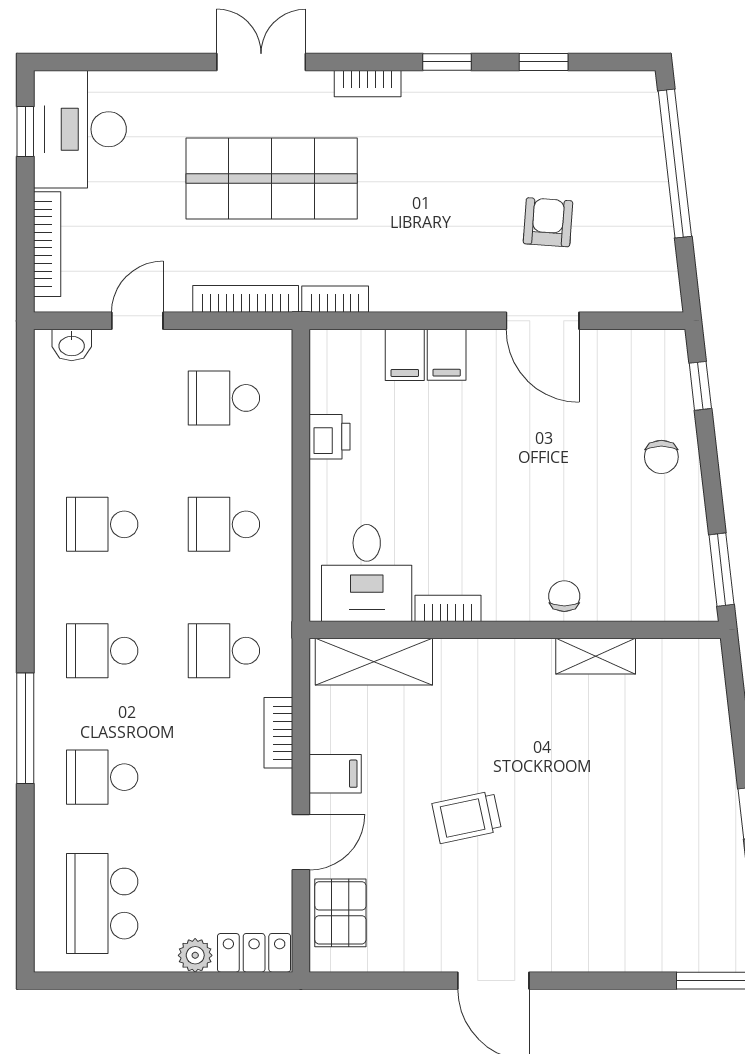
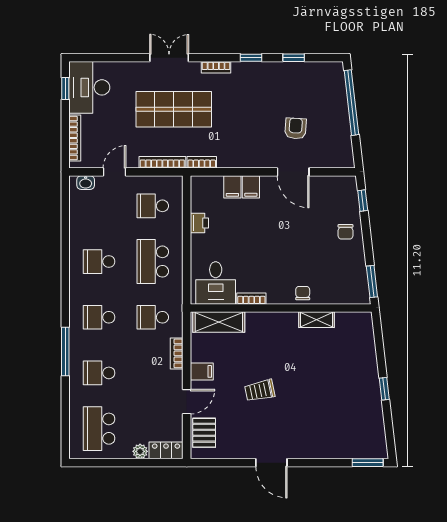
school desk: (224, 524) -> (153, 262), width x1.85

